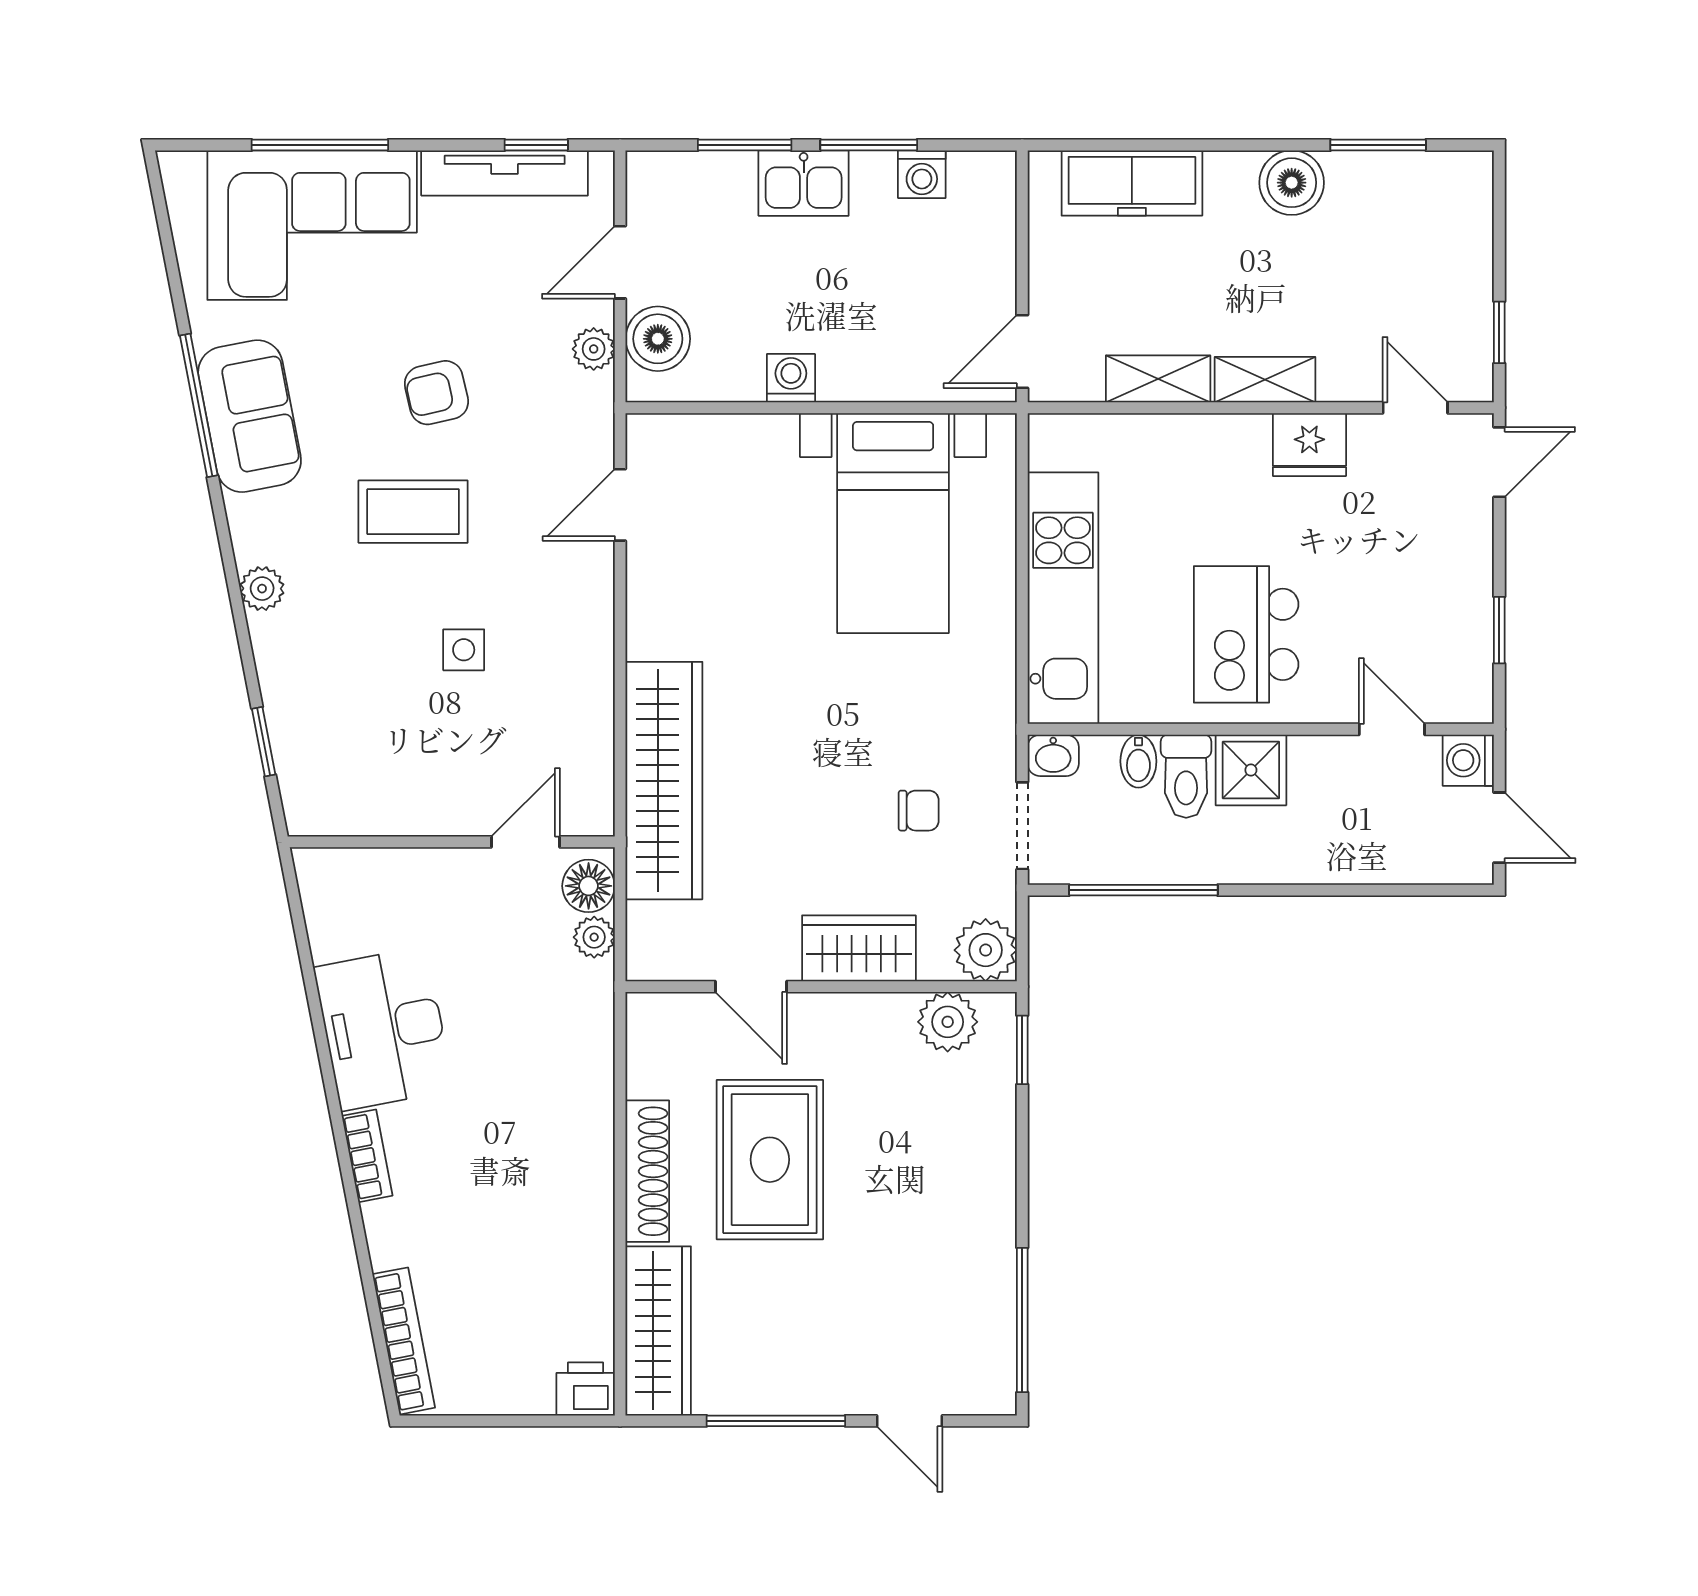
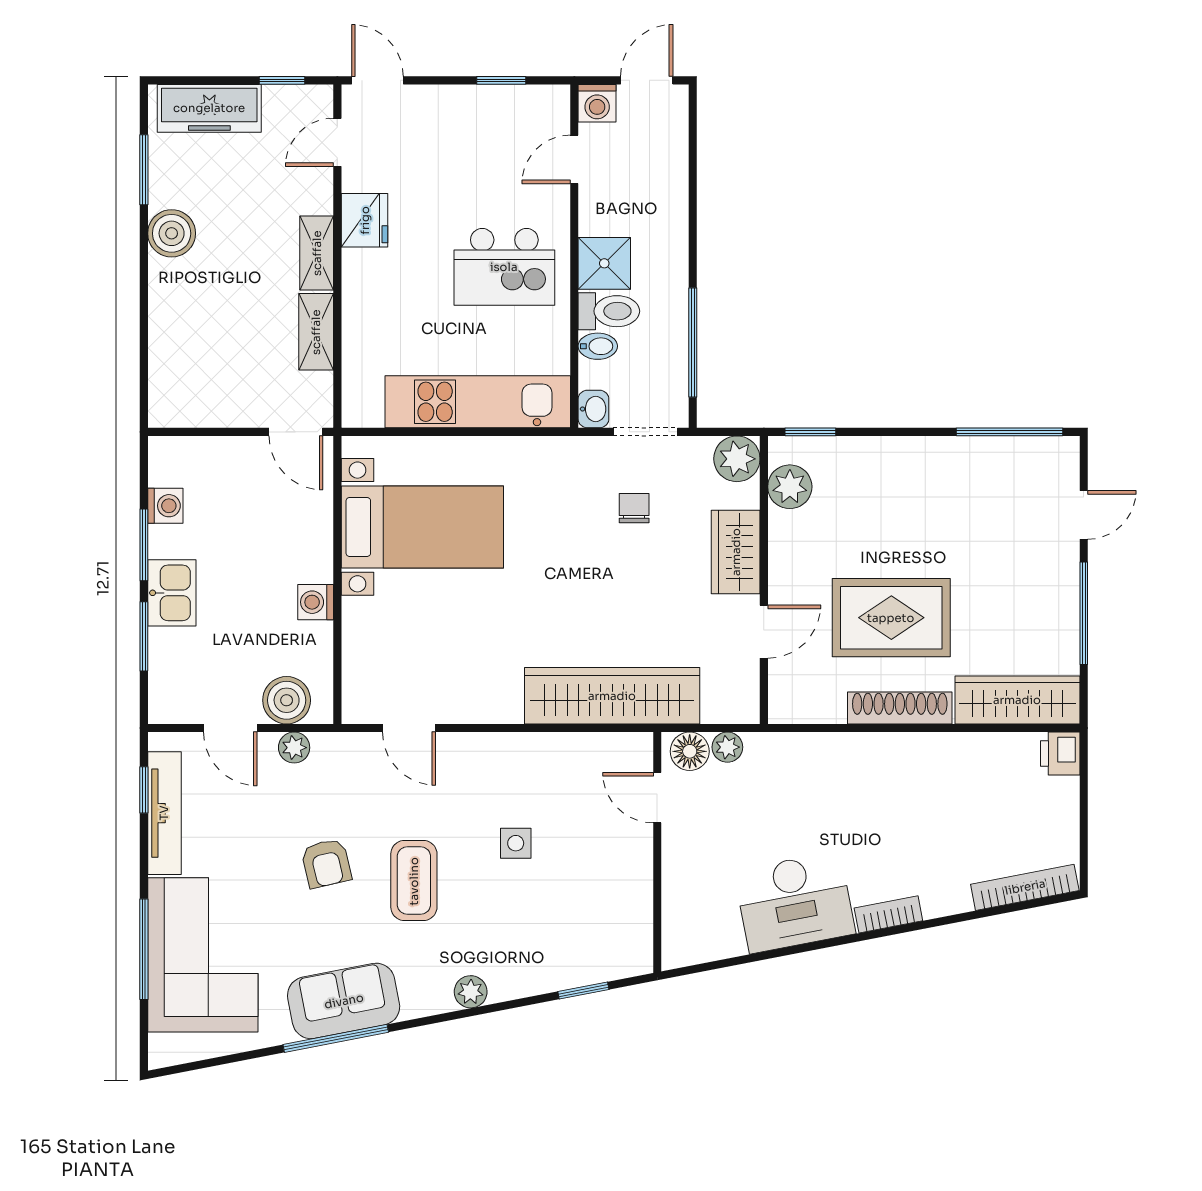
freezer: (1132, 183) -> (209, 108), moved, turned 90

